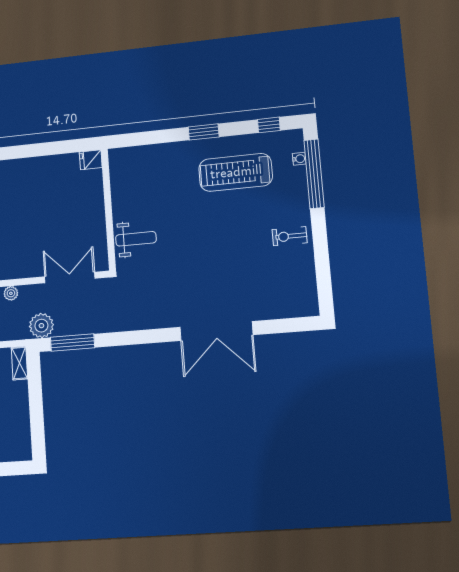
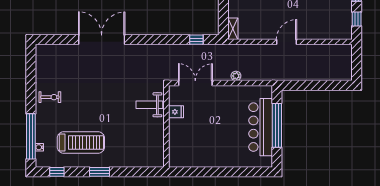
fridge: (91, 160) -> (176, 112), moved
double door: (70, 278) -> (195, 83), swing flipped
plant: (41, 326) -> (216, 53), removed
window: (72, 342) -> (196, 40), width x0.46

